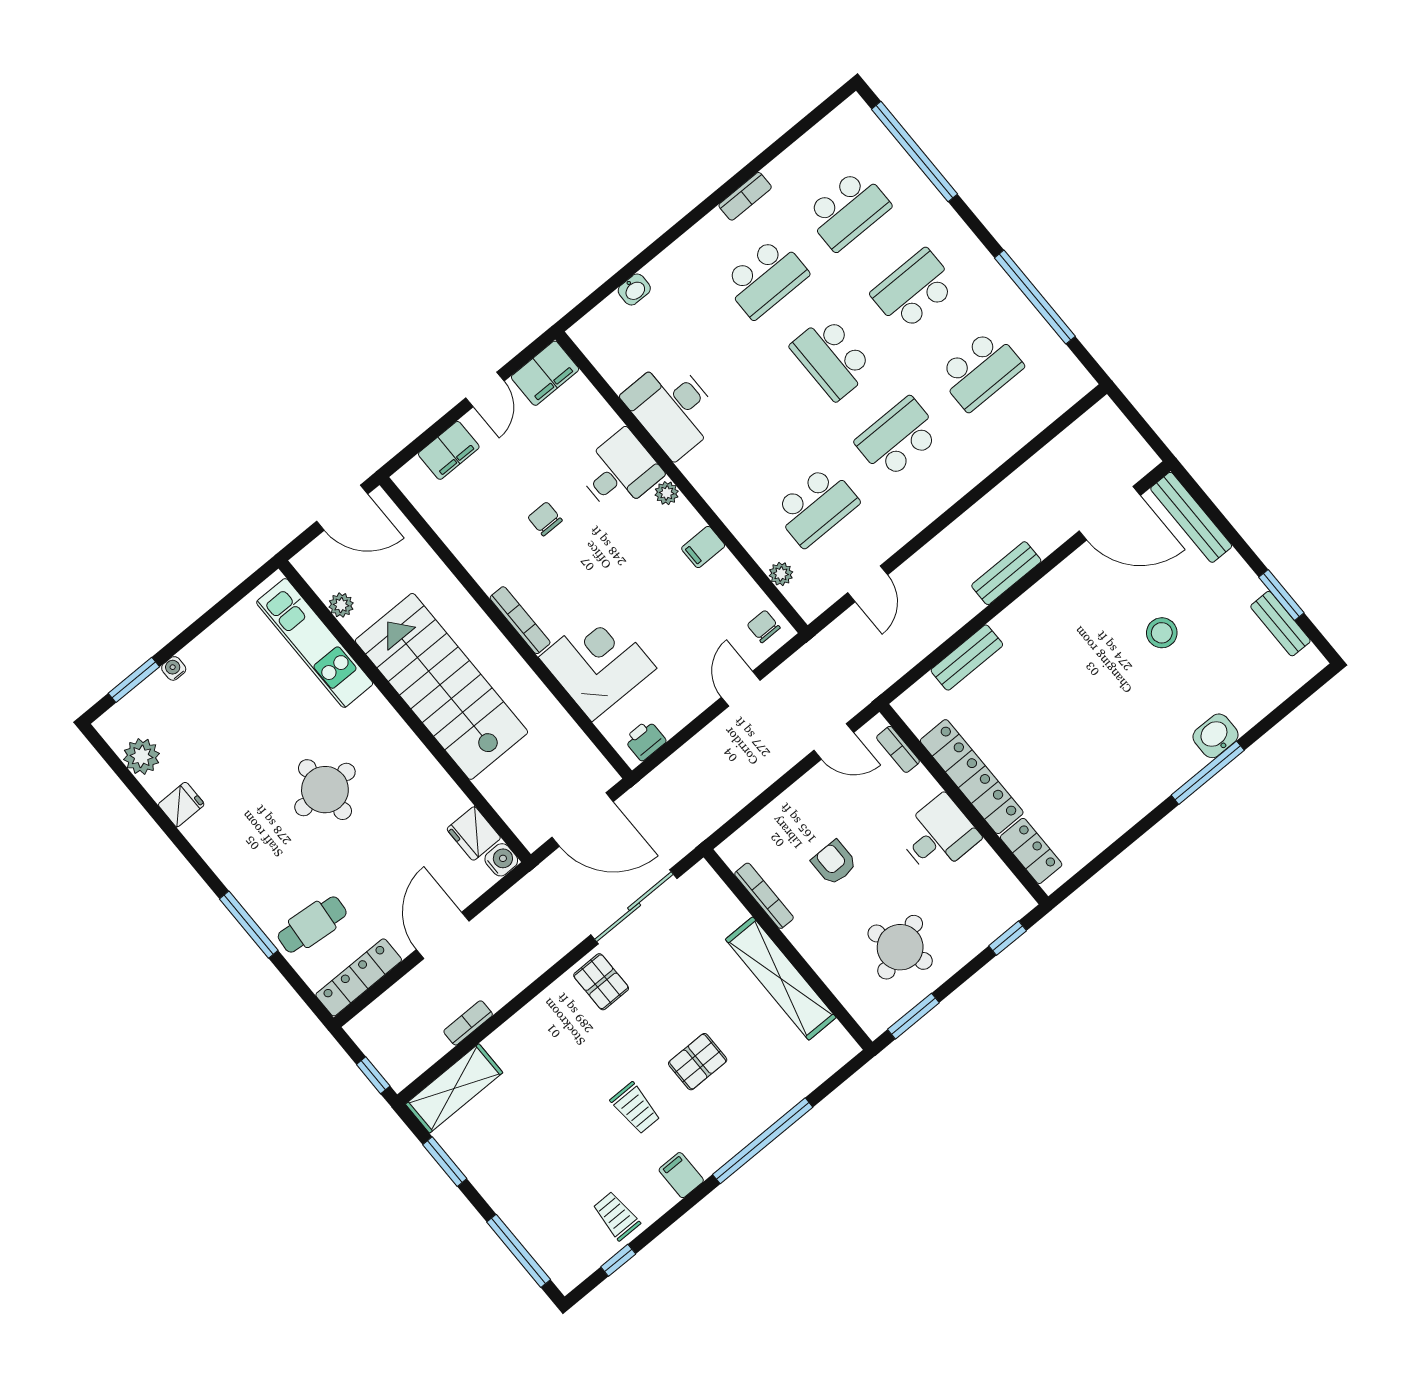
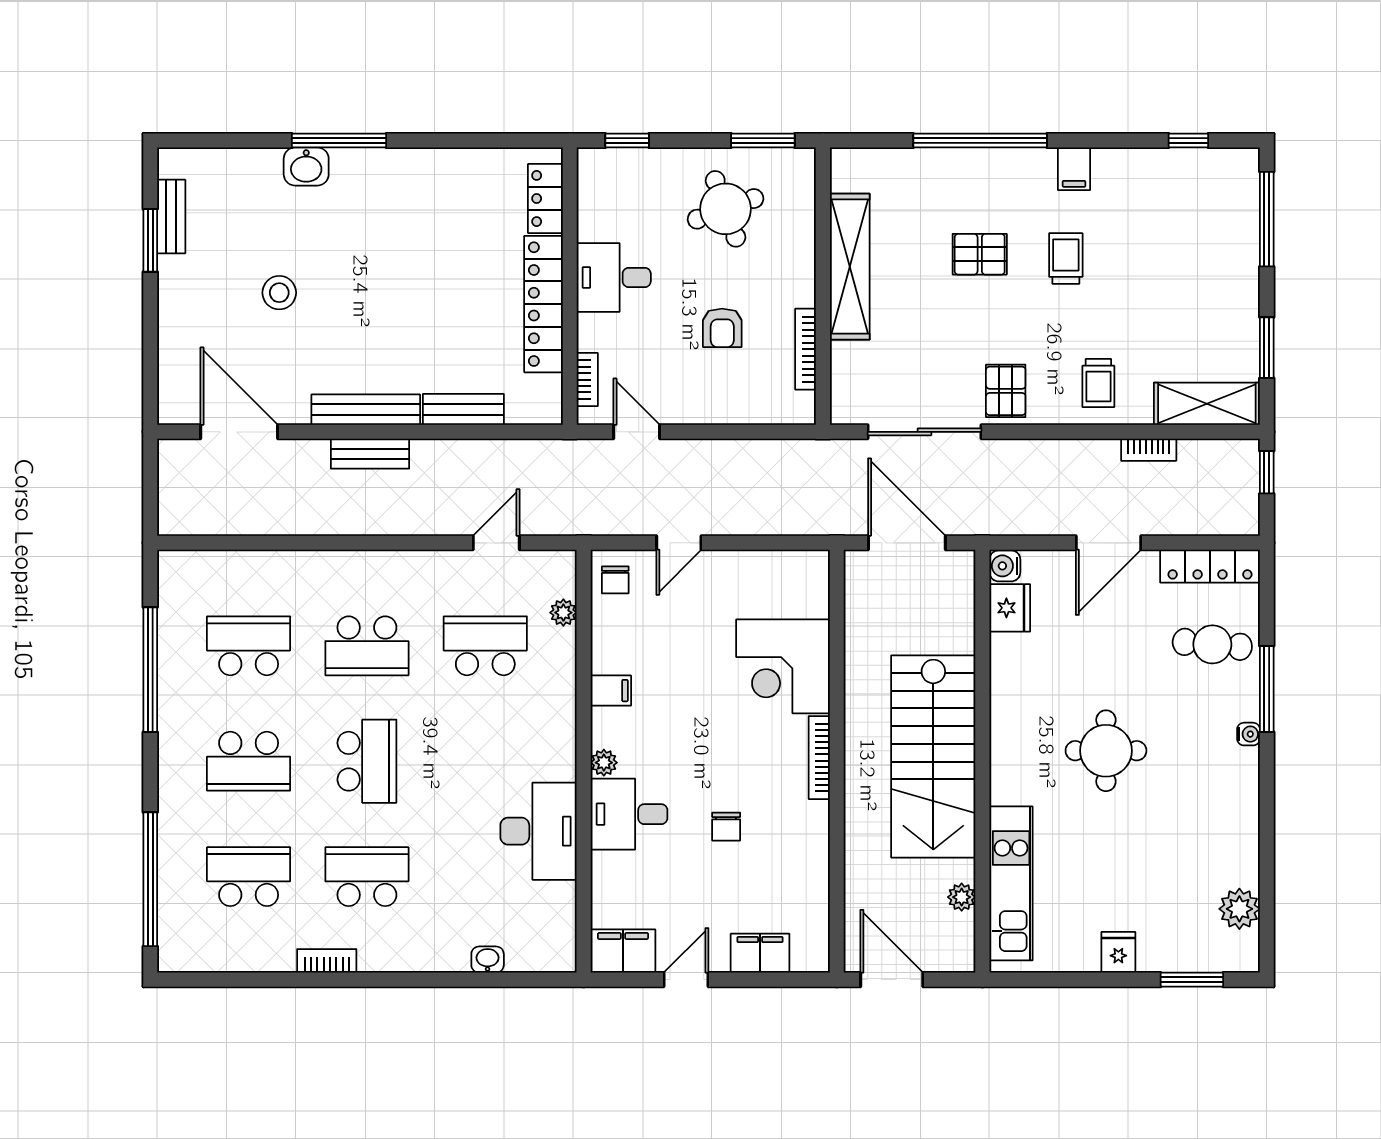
bench: (1191, 517) -> (366, 410), moved, turned 90
water cooler: (174, 668) -> (1248, 734), moved, turned -90
printer: (645, 740) -> (797, 566), removed
fridge: (181, 804) -> (1118, 952), moved, turned 90
trolley: (616, 1216) -> (1098, 383), moved

